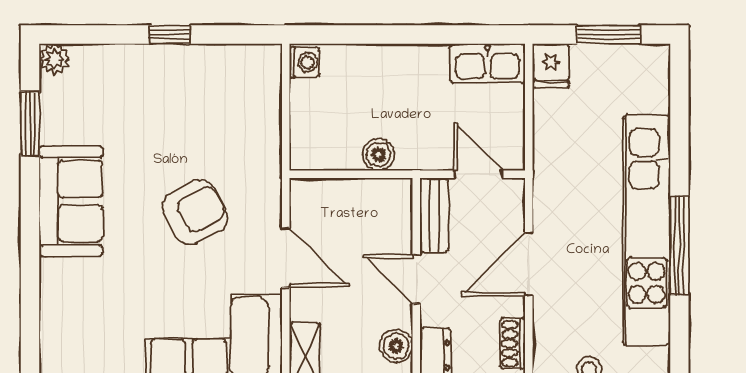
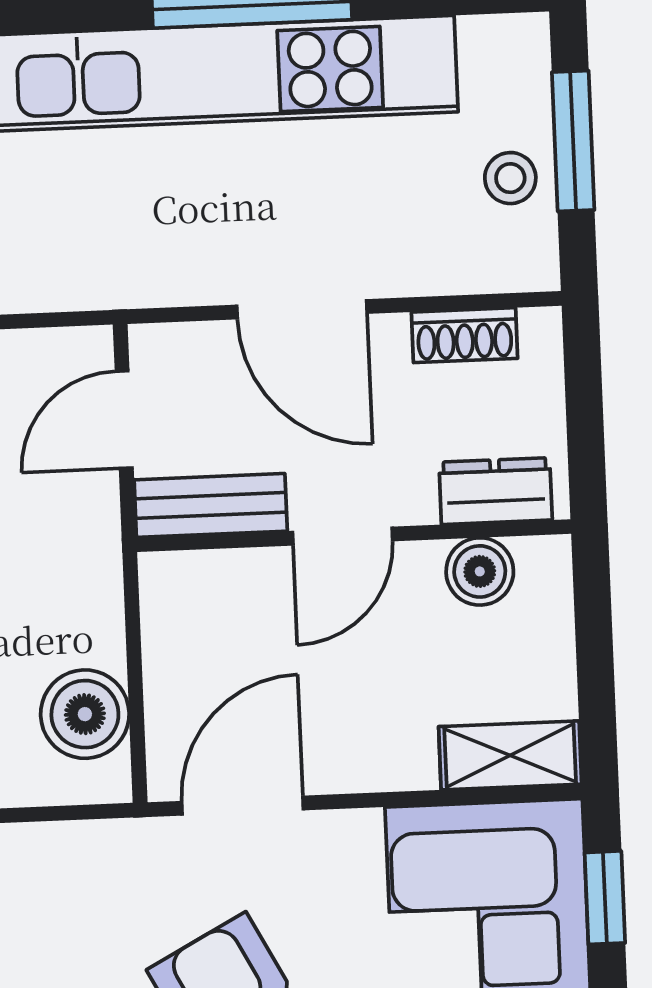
boiler: (379, 155) -> (85, 714), moved, width x1.36, depth x1.36
door: (286, 258) -> (242, 806), moved

